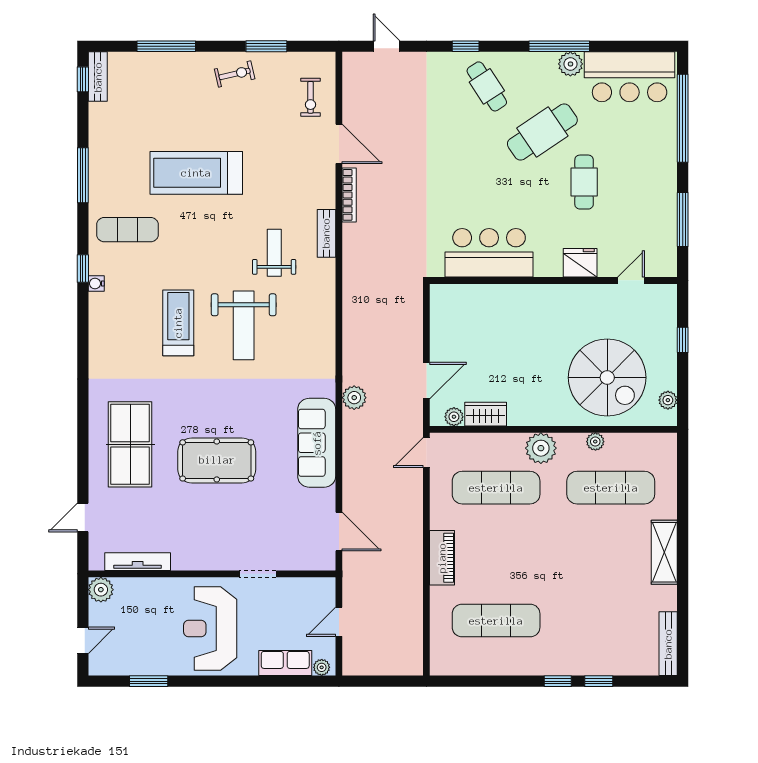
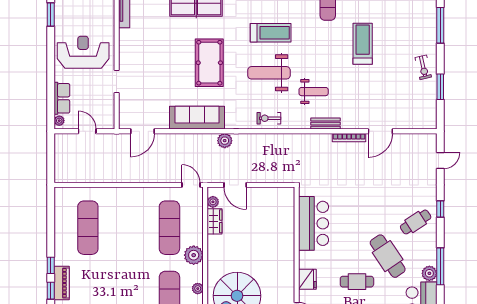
exercise bike: (311, 97) -> (269, 118), moved
treadmill: (196, 173) -> (363, 44), width x0.73, depth x0.73
pool table: (217, 460) -> (209, 63), moved
piano: (442, 558) -> (62, 283), moved, turned -90

